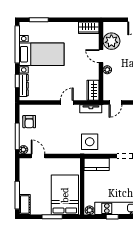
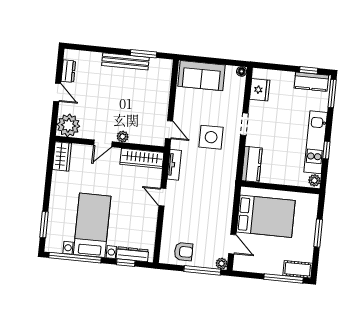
plant: (111, 41) -> (68, 125), moved
wardrobe: (93, 90) -> (142, 158), width x1.50
side table: (90, 142) -> (211, 137), moved
door: (38, 156) -> (232, 244), swing flipped
bed: (65, 195) -> (266, 216), moved, turned 180

